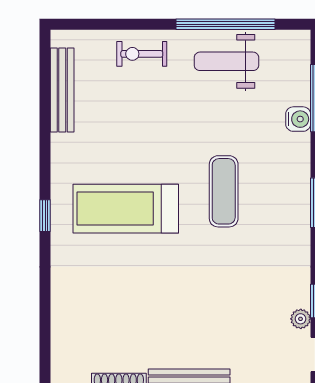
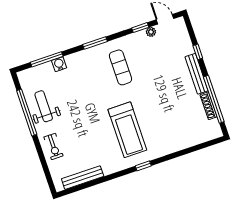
weight bench: (226, 61) -> (44, 106), turned 180
exercise mat: (224, 191) -> (120, 67), moved, turned 90

